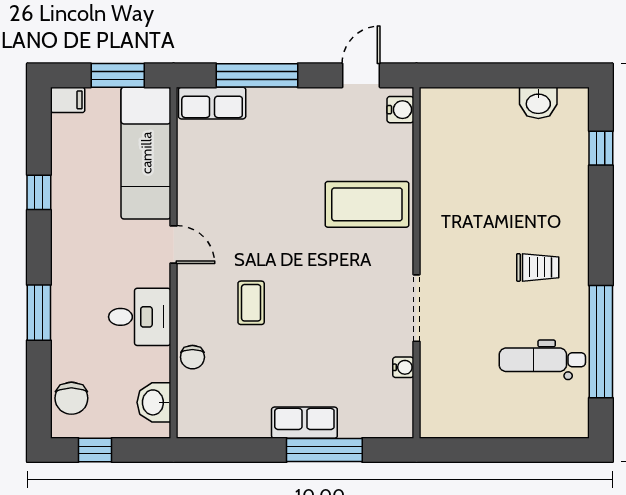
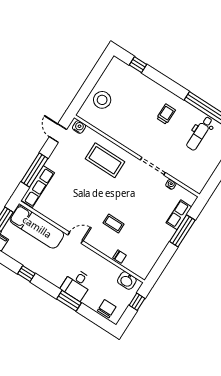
row of seats: (212, 103) -> (38, 186), width x1.48
washbasin: (538, 103) -> (108, 77), removed
stool: (484, 121) -> (102, 100), added
coffee table: (367, 204) -> (105, 160), turned 90
desk: (140, 317) -> (77, 285), moved, turned 180
chair: (71, 398) -> (107, 309), turned -90
row of seats: (304, 423) -> (179, 215), moved
window: (95, 450) -> (137, 302), moved

